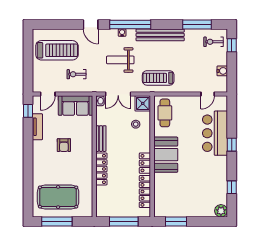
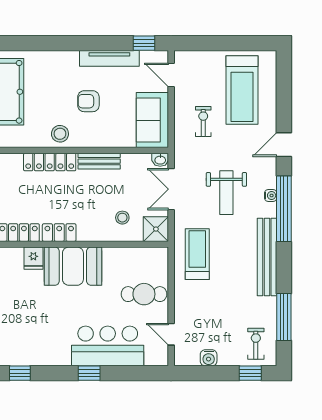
weight bench: (120, 60) -> (226, 193), turned 180
cafe table: (165, 113) -> (144, 294), moved
tv unit: (37, 127) -> (109, 58), width x1.41
stool: (84, 163) -> (60, 134), added
fridge: (161, 179) -> (33, 258), added

